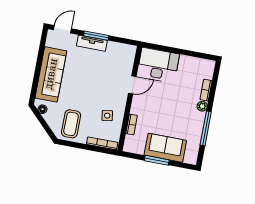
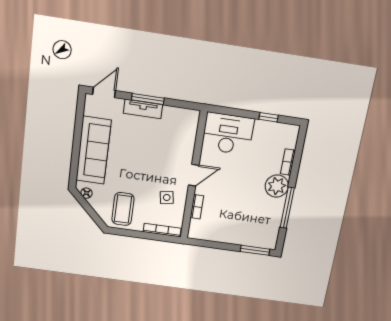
window: (190, 53) -> (269, 117), added
door: (132, 85) -> (194, 175), moved
plant: (202, 106) -> (277, 186), width x1.88, depth x1.88
sofa: (165, 148) -> (239, 232), removed
window: (157, 160) -> (255, 250), moved

